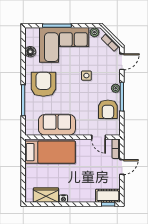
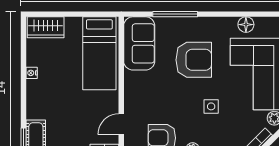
armchair: (43, 84) -> (194, 60), moved
sofa: (57, 125) -> (139, 43), moved
wardrobe: (46, 195) -> (46, 27), moved, turned 90

